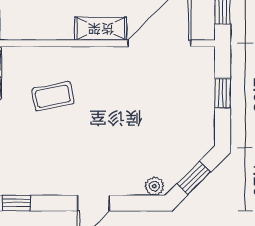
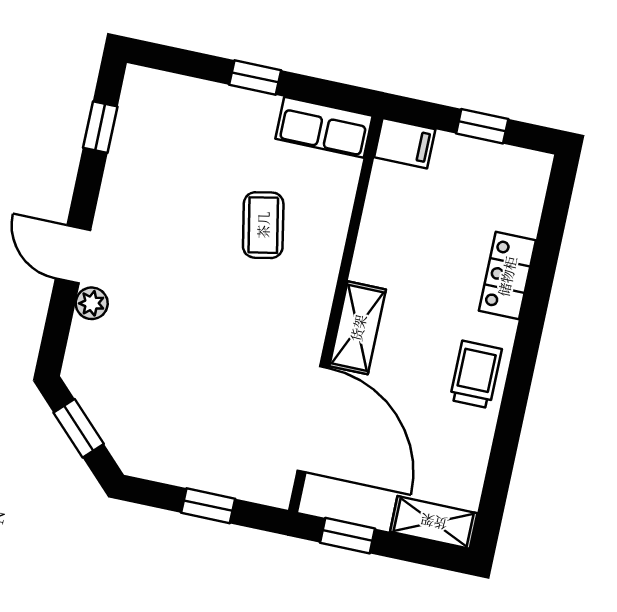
plant: (154, 186) -> (92, 303), moved

